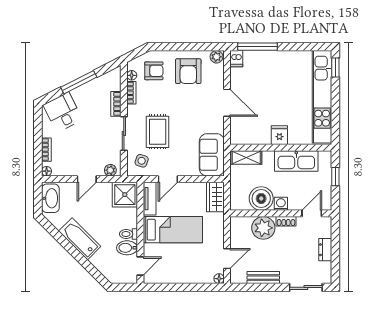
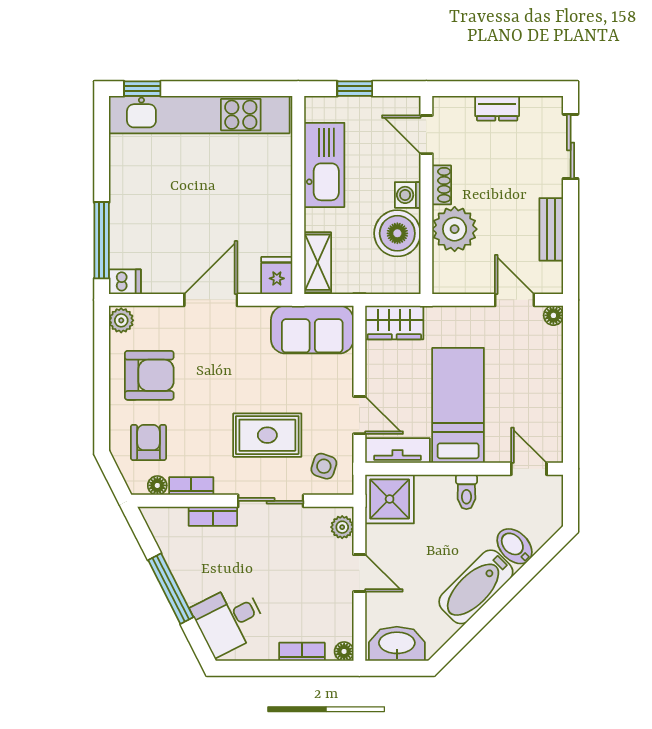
fridge: (279, 135) -> (277, 275), moved, turned 90
bidet: (127, 248) -> (515, 546), moved, turned 135

